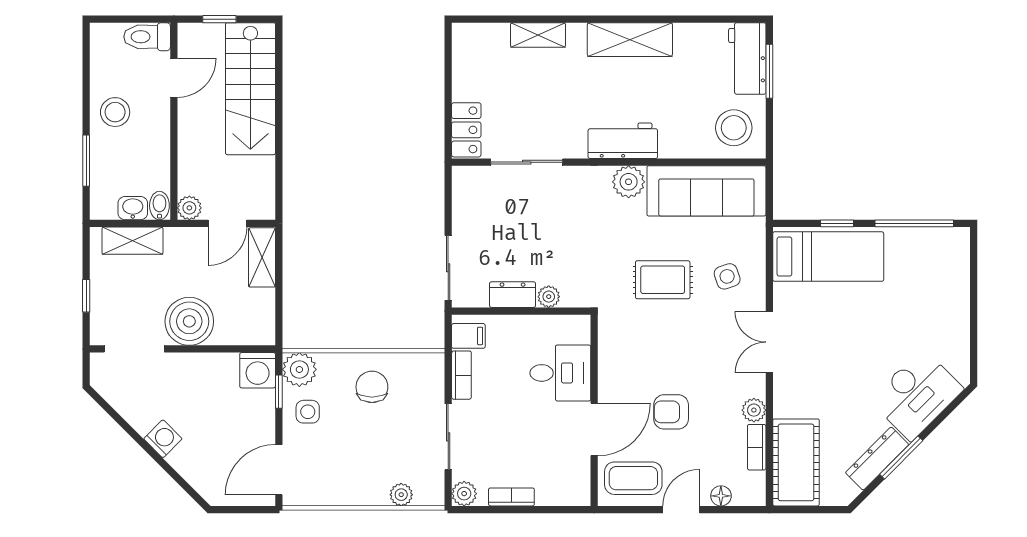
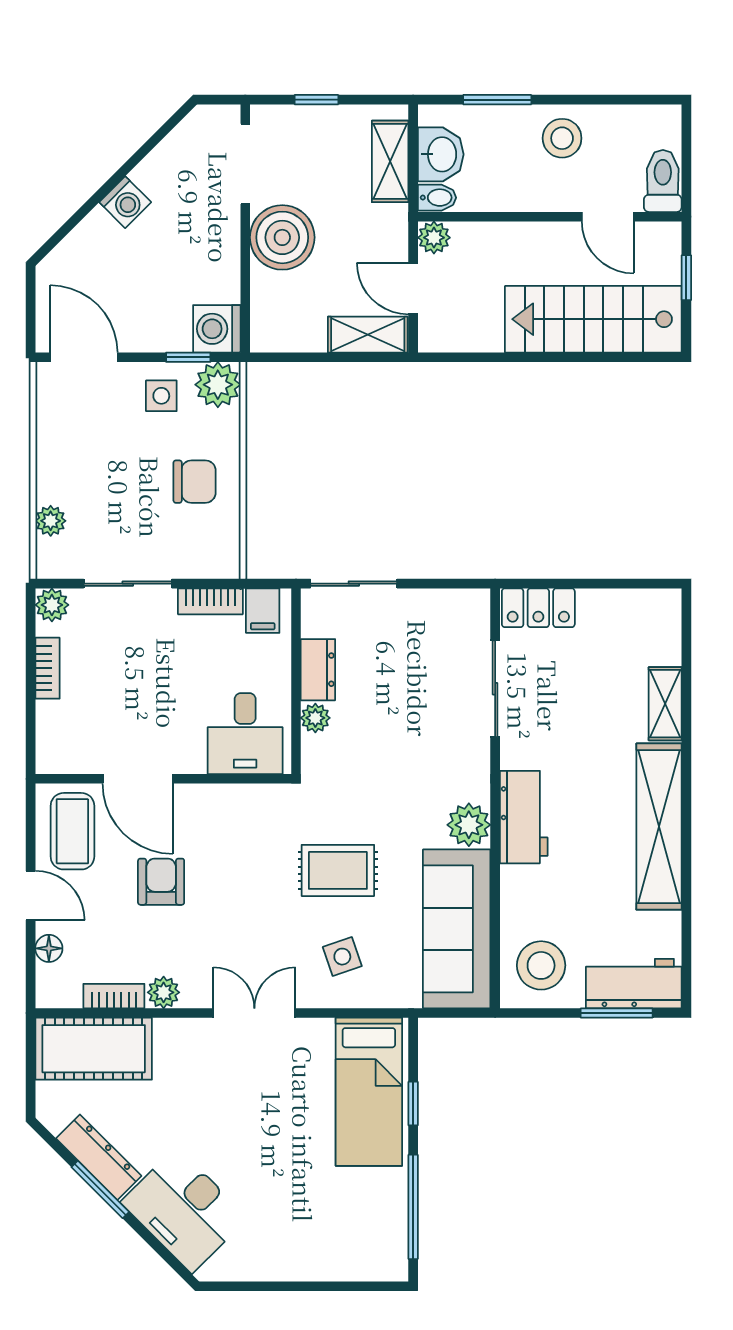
shelving: (630, 40) -> (659, 827), width x1.47
washbasin: (133, 208) -> (441, 154), width x1.38, depth x1.45
rug: (663, 280) -> (338, 870), turned 90
desk: (560, 373) -> (245, 734), moved

